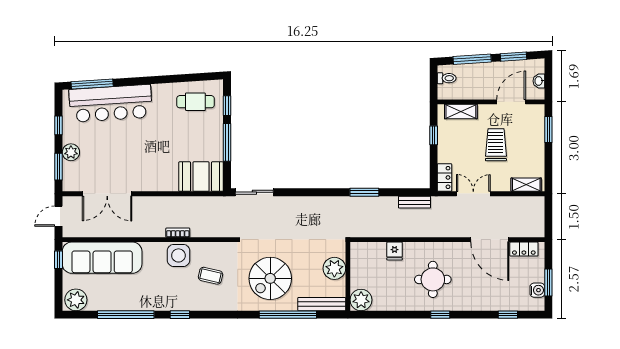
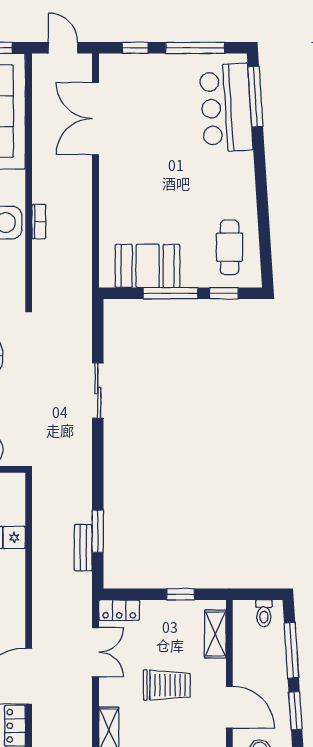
bar counter: (111, 103) -> (226, 108), width x0.73
window: (59, 125) -> (195, 48), width x2.17
plant: (71, 152) -> (156, 66), removed
window: (59, 167) -> (135, 48), width x0.67
booth: (201, 177) -> (148, 266), moved, turned 90
sliding door: (254, 192) -> (98, 391), moved
window: (364, 192) -> (98, 531), moved
bench: (414, 202) -> (83, 548), moved

